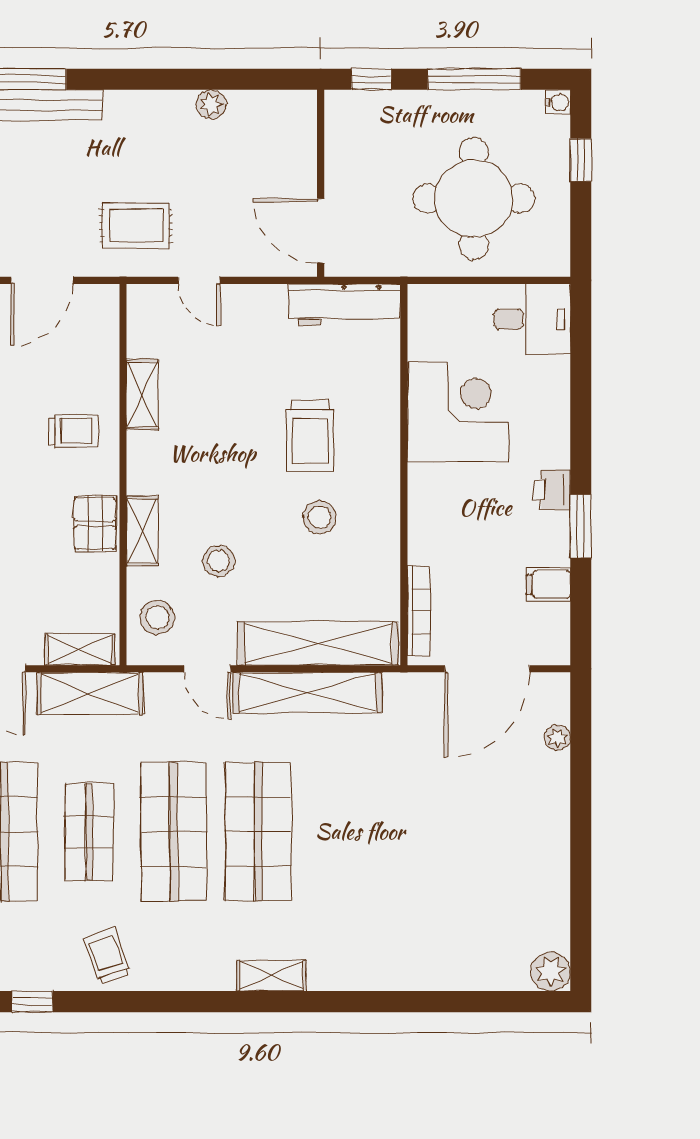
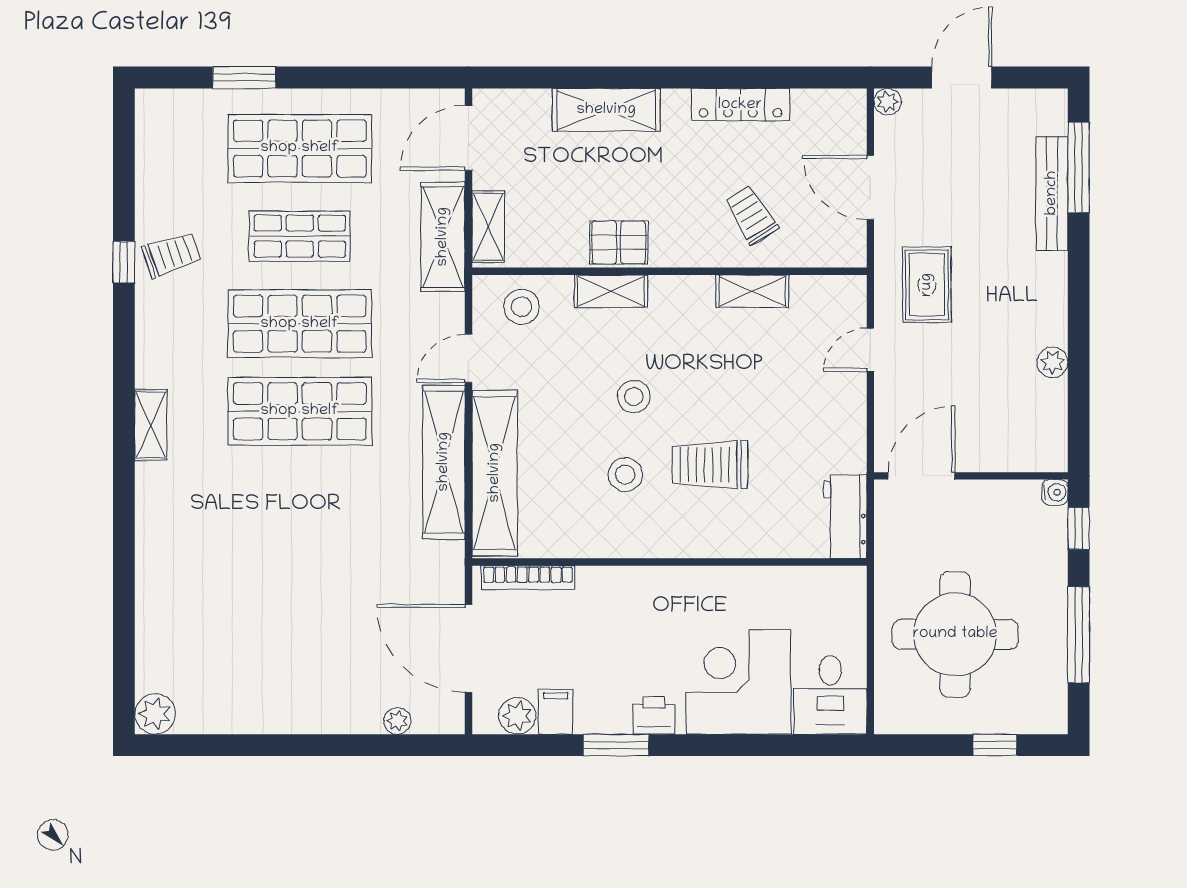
water cooler: (558, 102) -> (1055, 492), moved, turned -90
workbench: (345, 305) -> (845, 517), width x0.73
corner desk: (458, 412) -> (739, 682), moved, turned 180
trolley: (73, 431) -> (751, 215), moved, turned 148
stool: (219, 561) -> (634, 397), moved
plant: (552, 622) -> (517, 716), added
window: (32, 1002) -> (124, 262), moved

